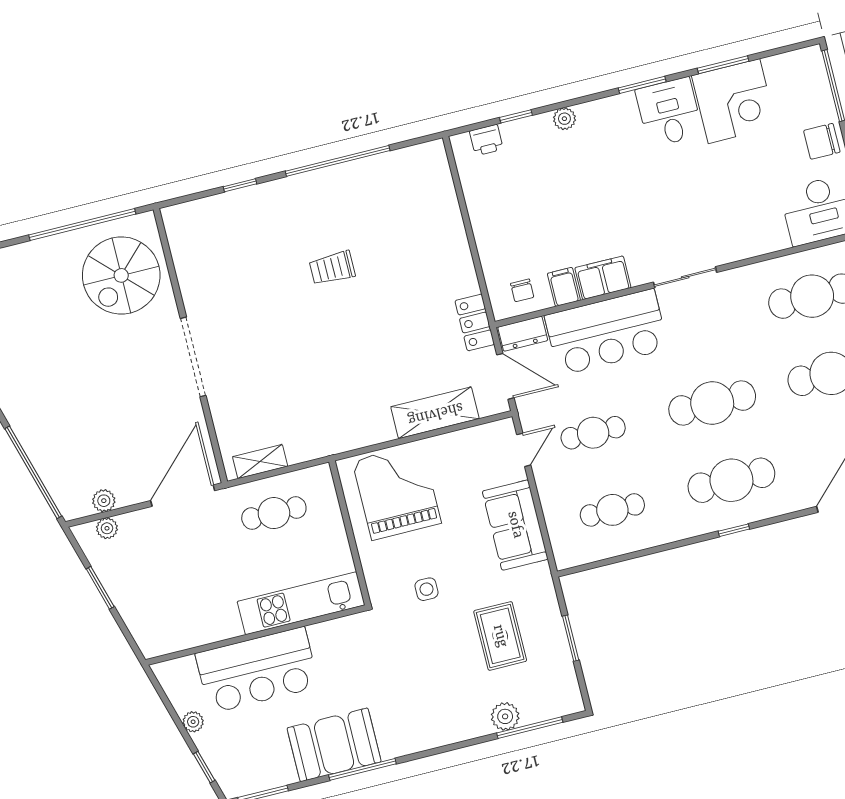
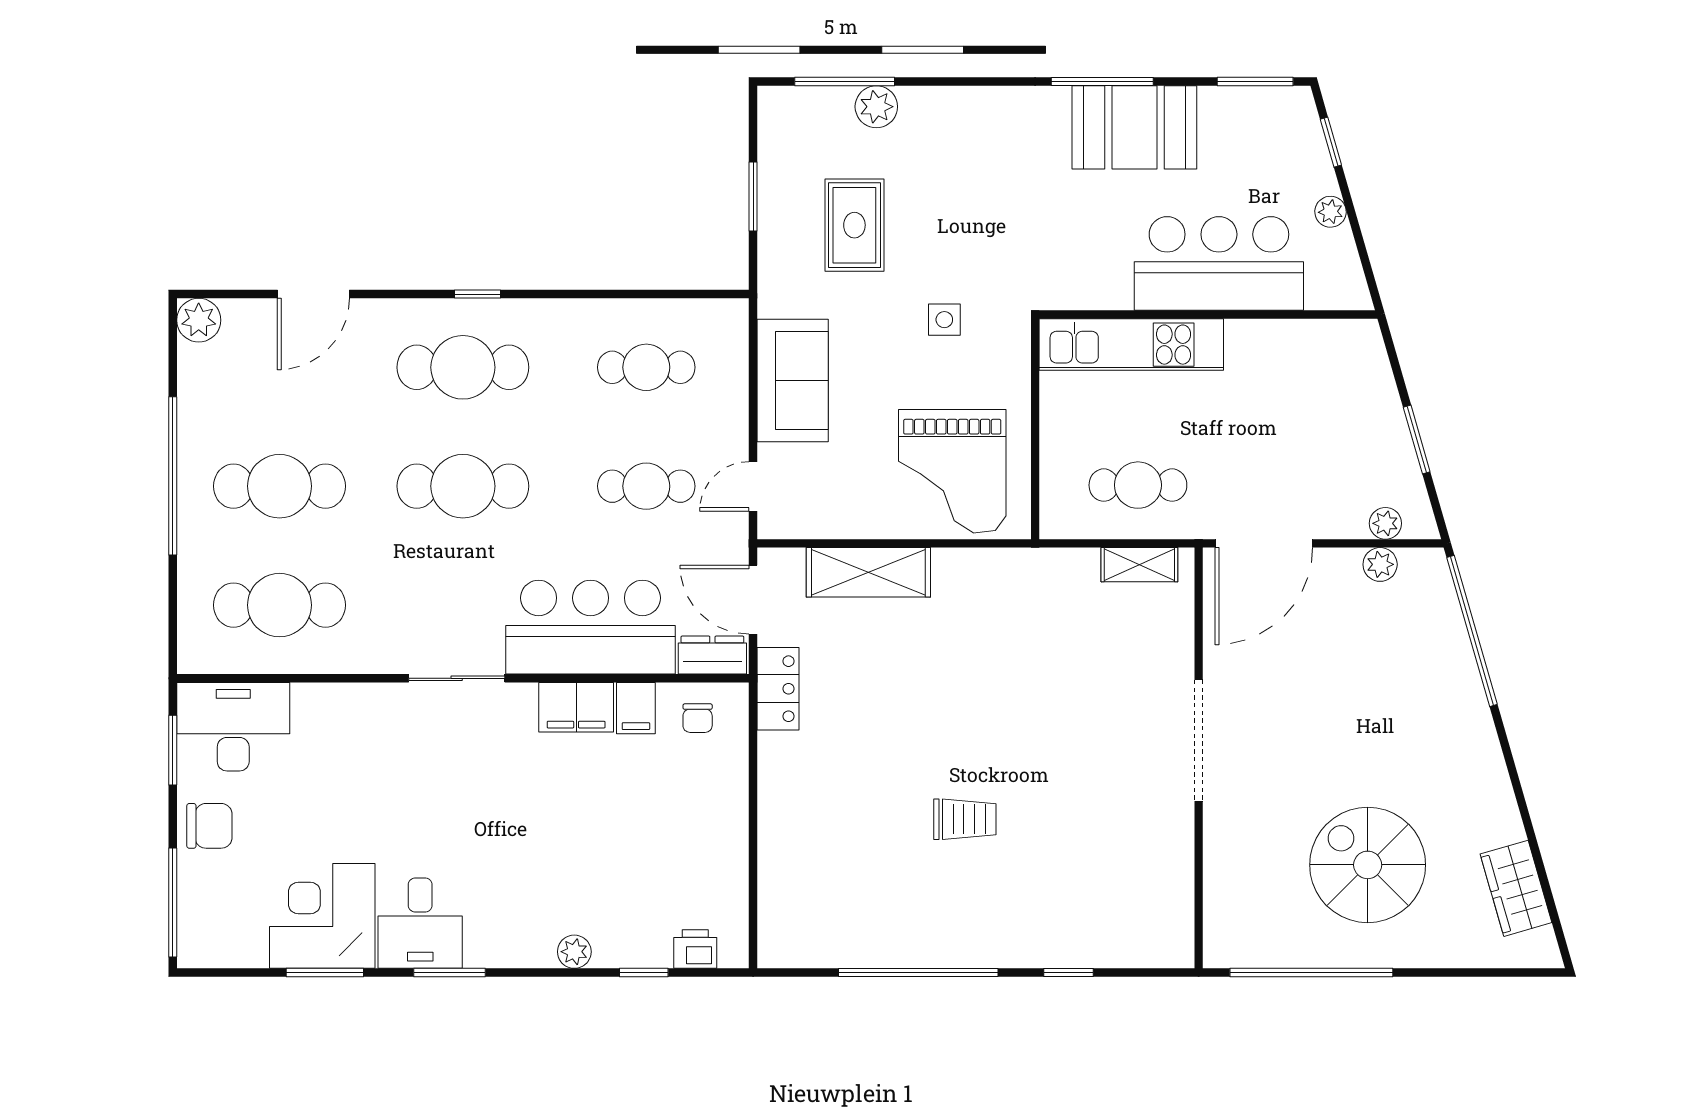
spiral stairs: (121, 275) -> (1368, 865), moved, turned -90
chair: (522, 290) -> (698, 718), turned 180

